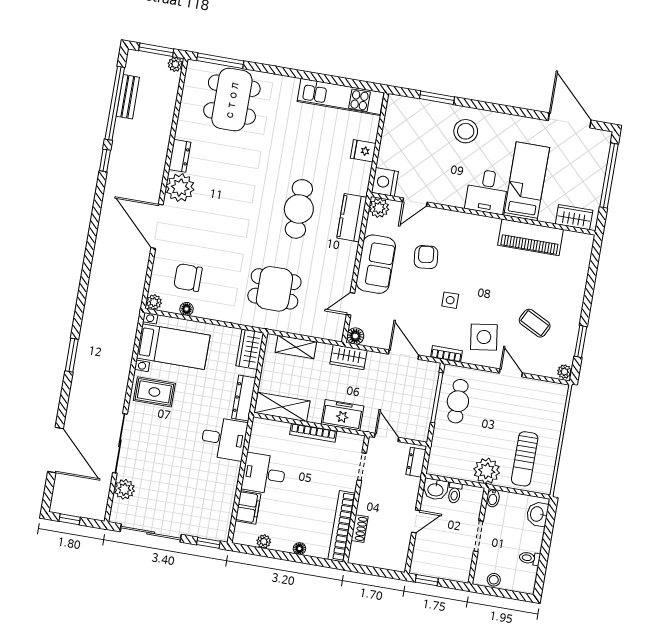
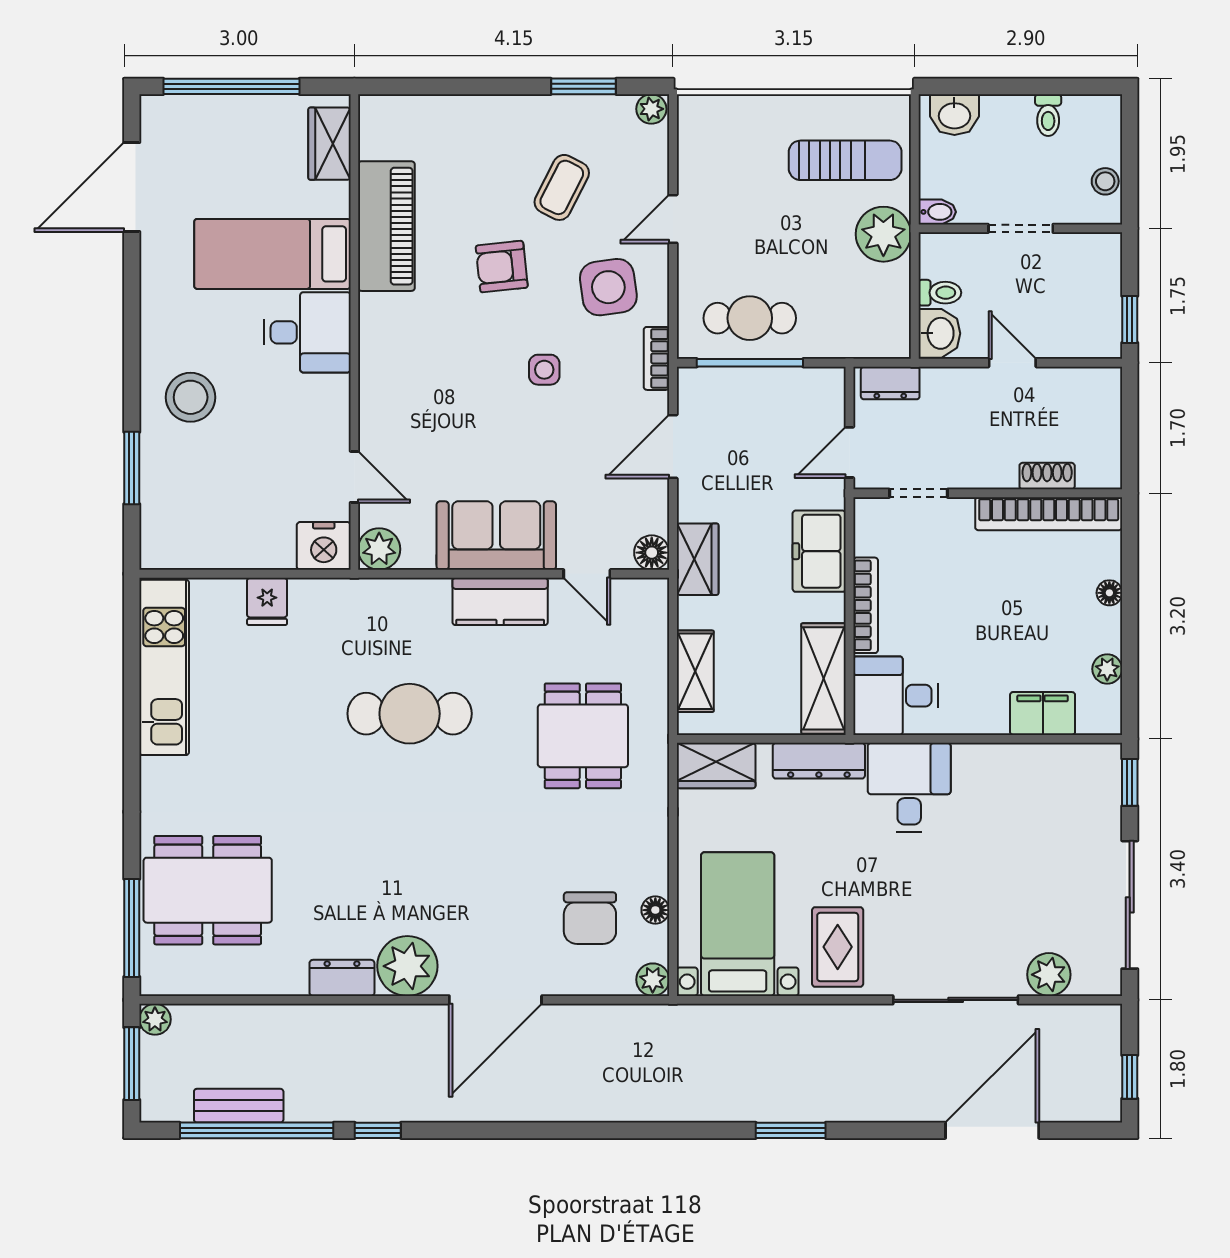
kitchen counter: (352, 218) -> (500, 601), moved
armchair: (426, 257) -> (502, 267), moved
desk: (264, 474) -> (896, 696), moved, turned 90

